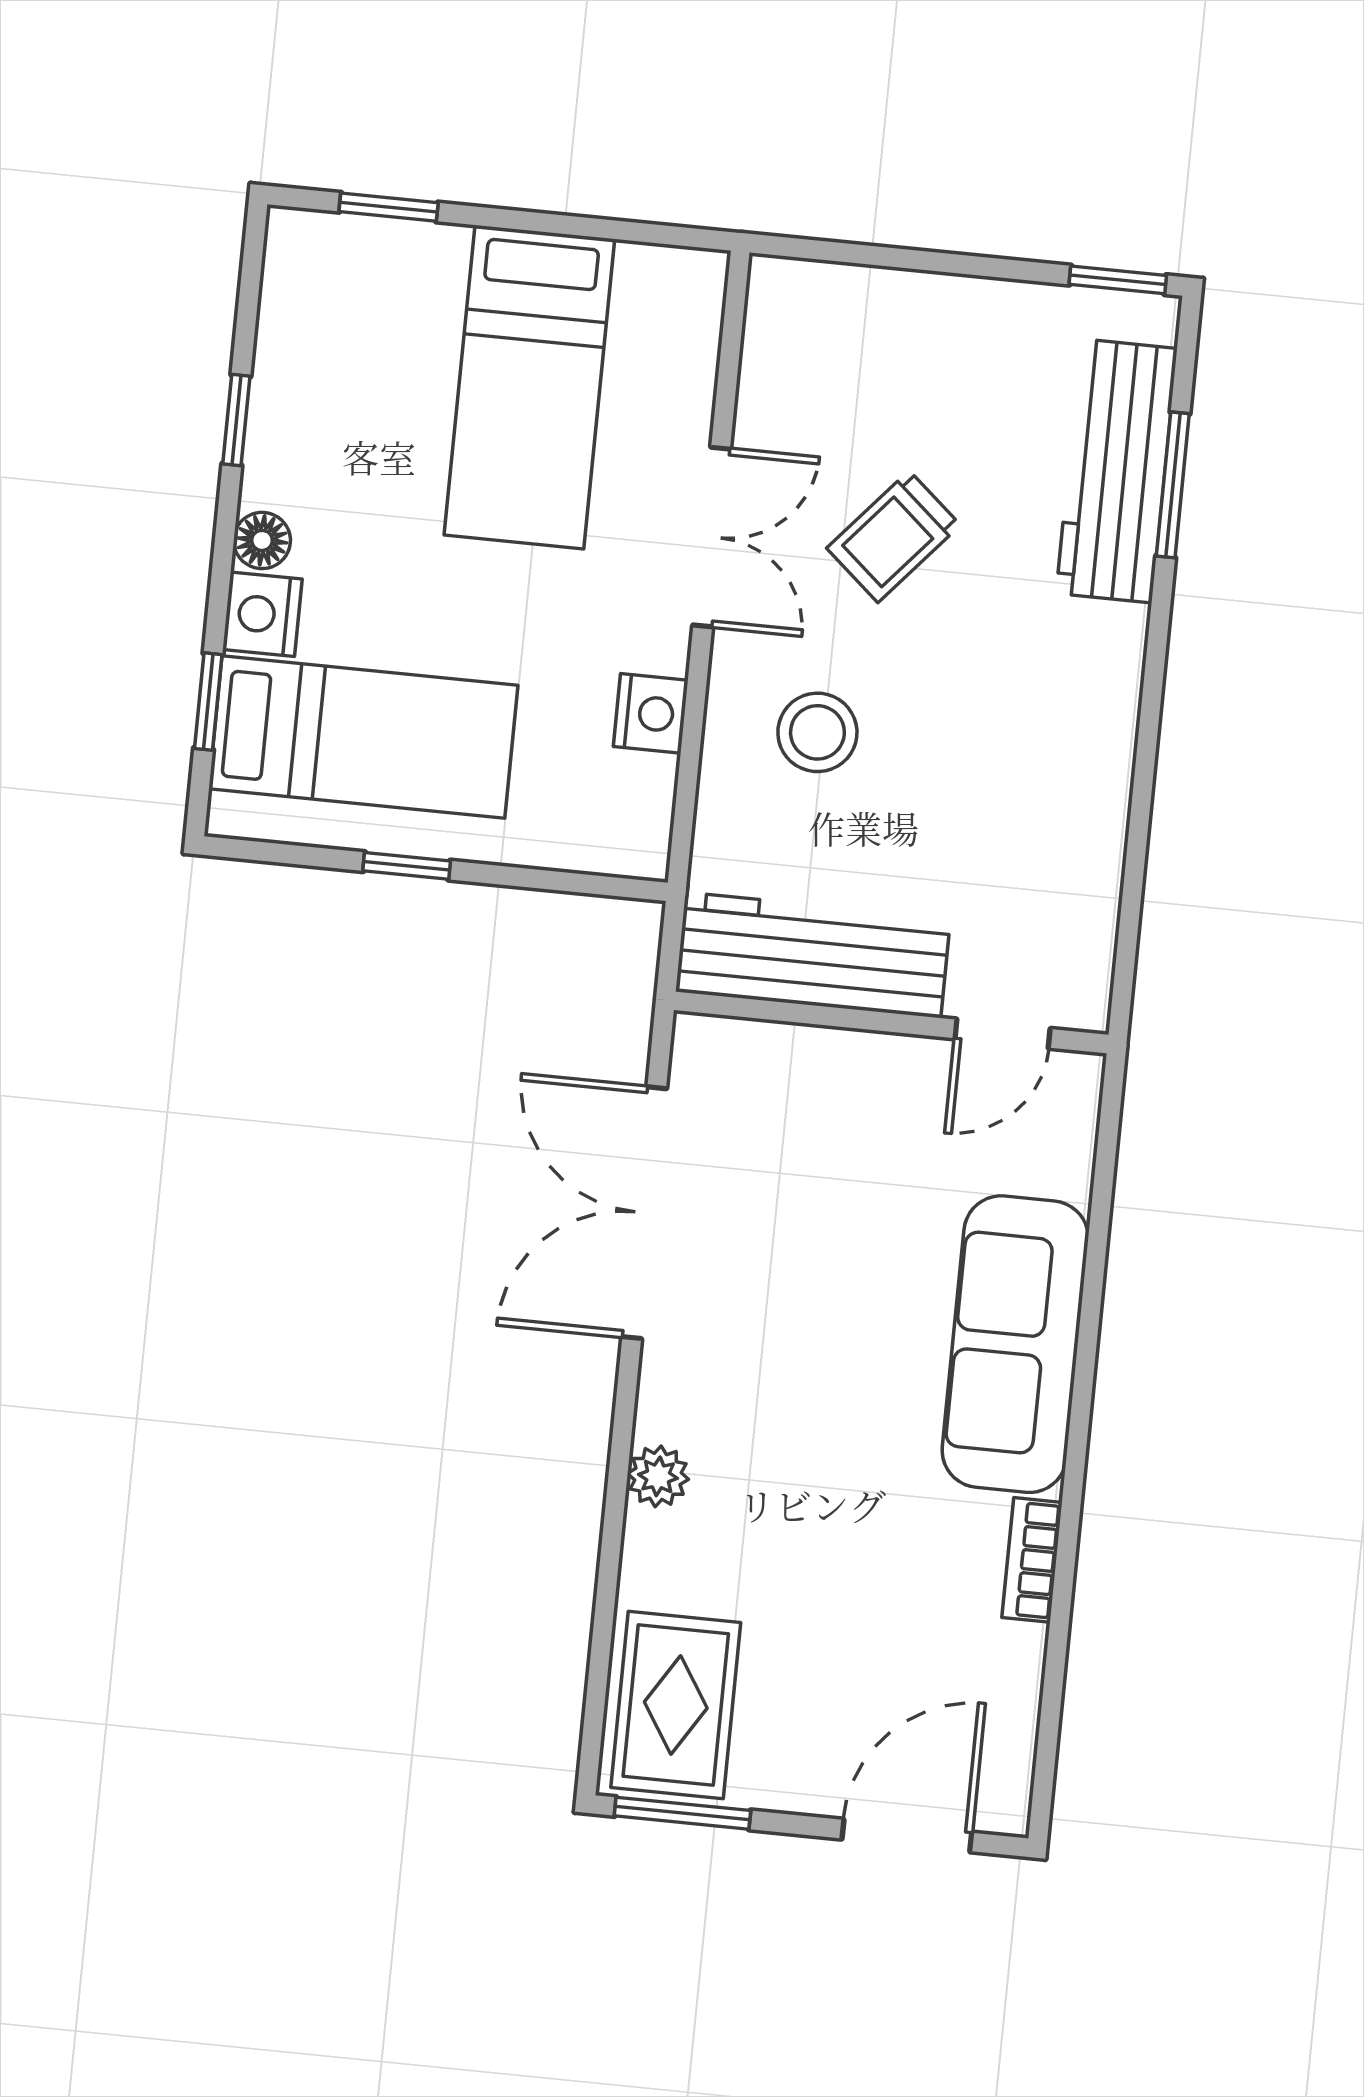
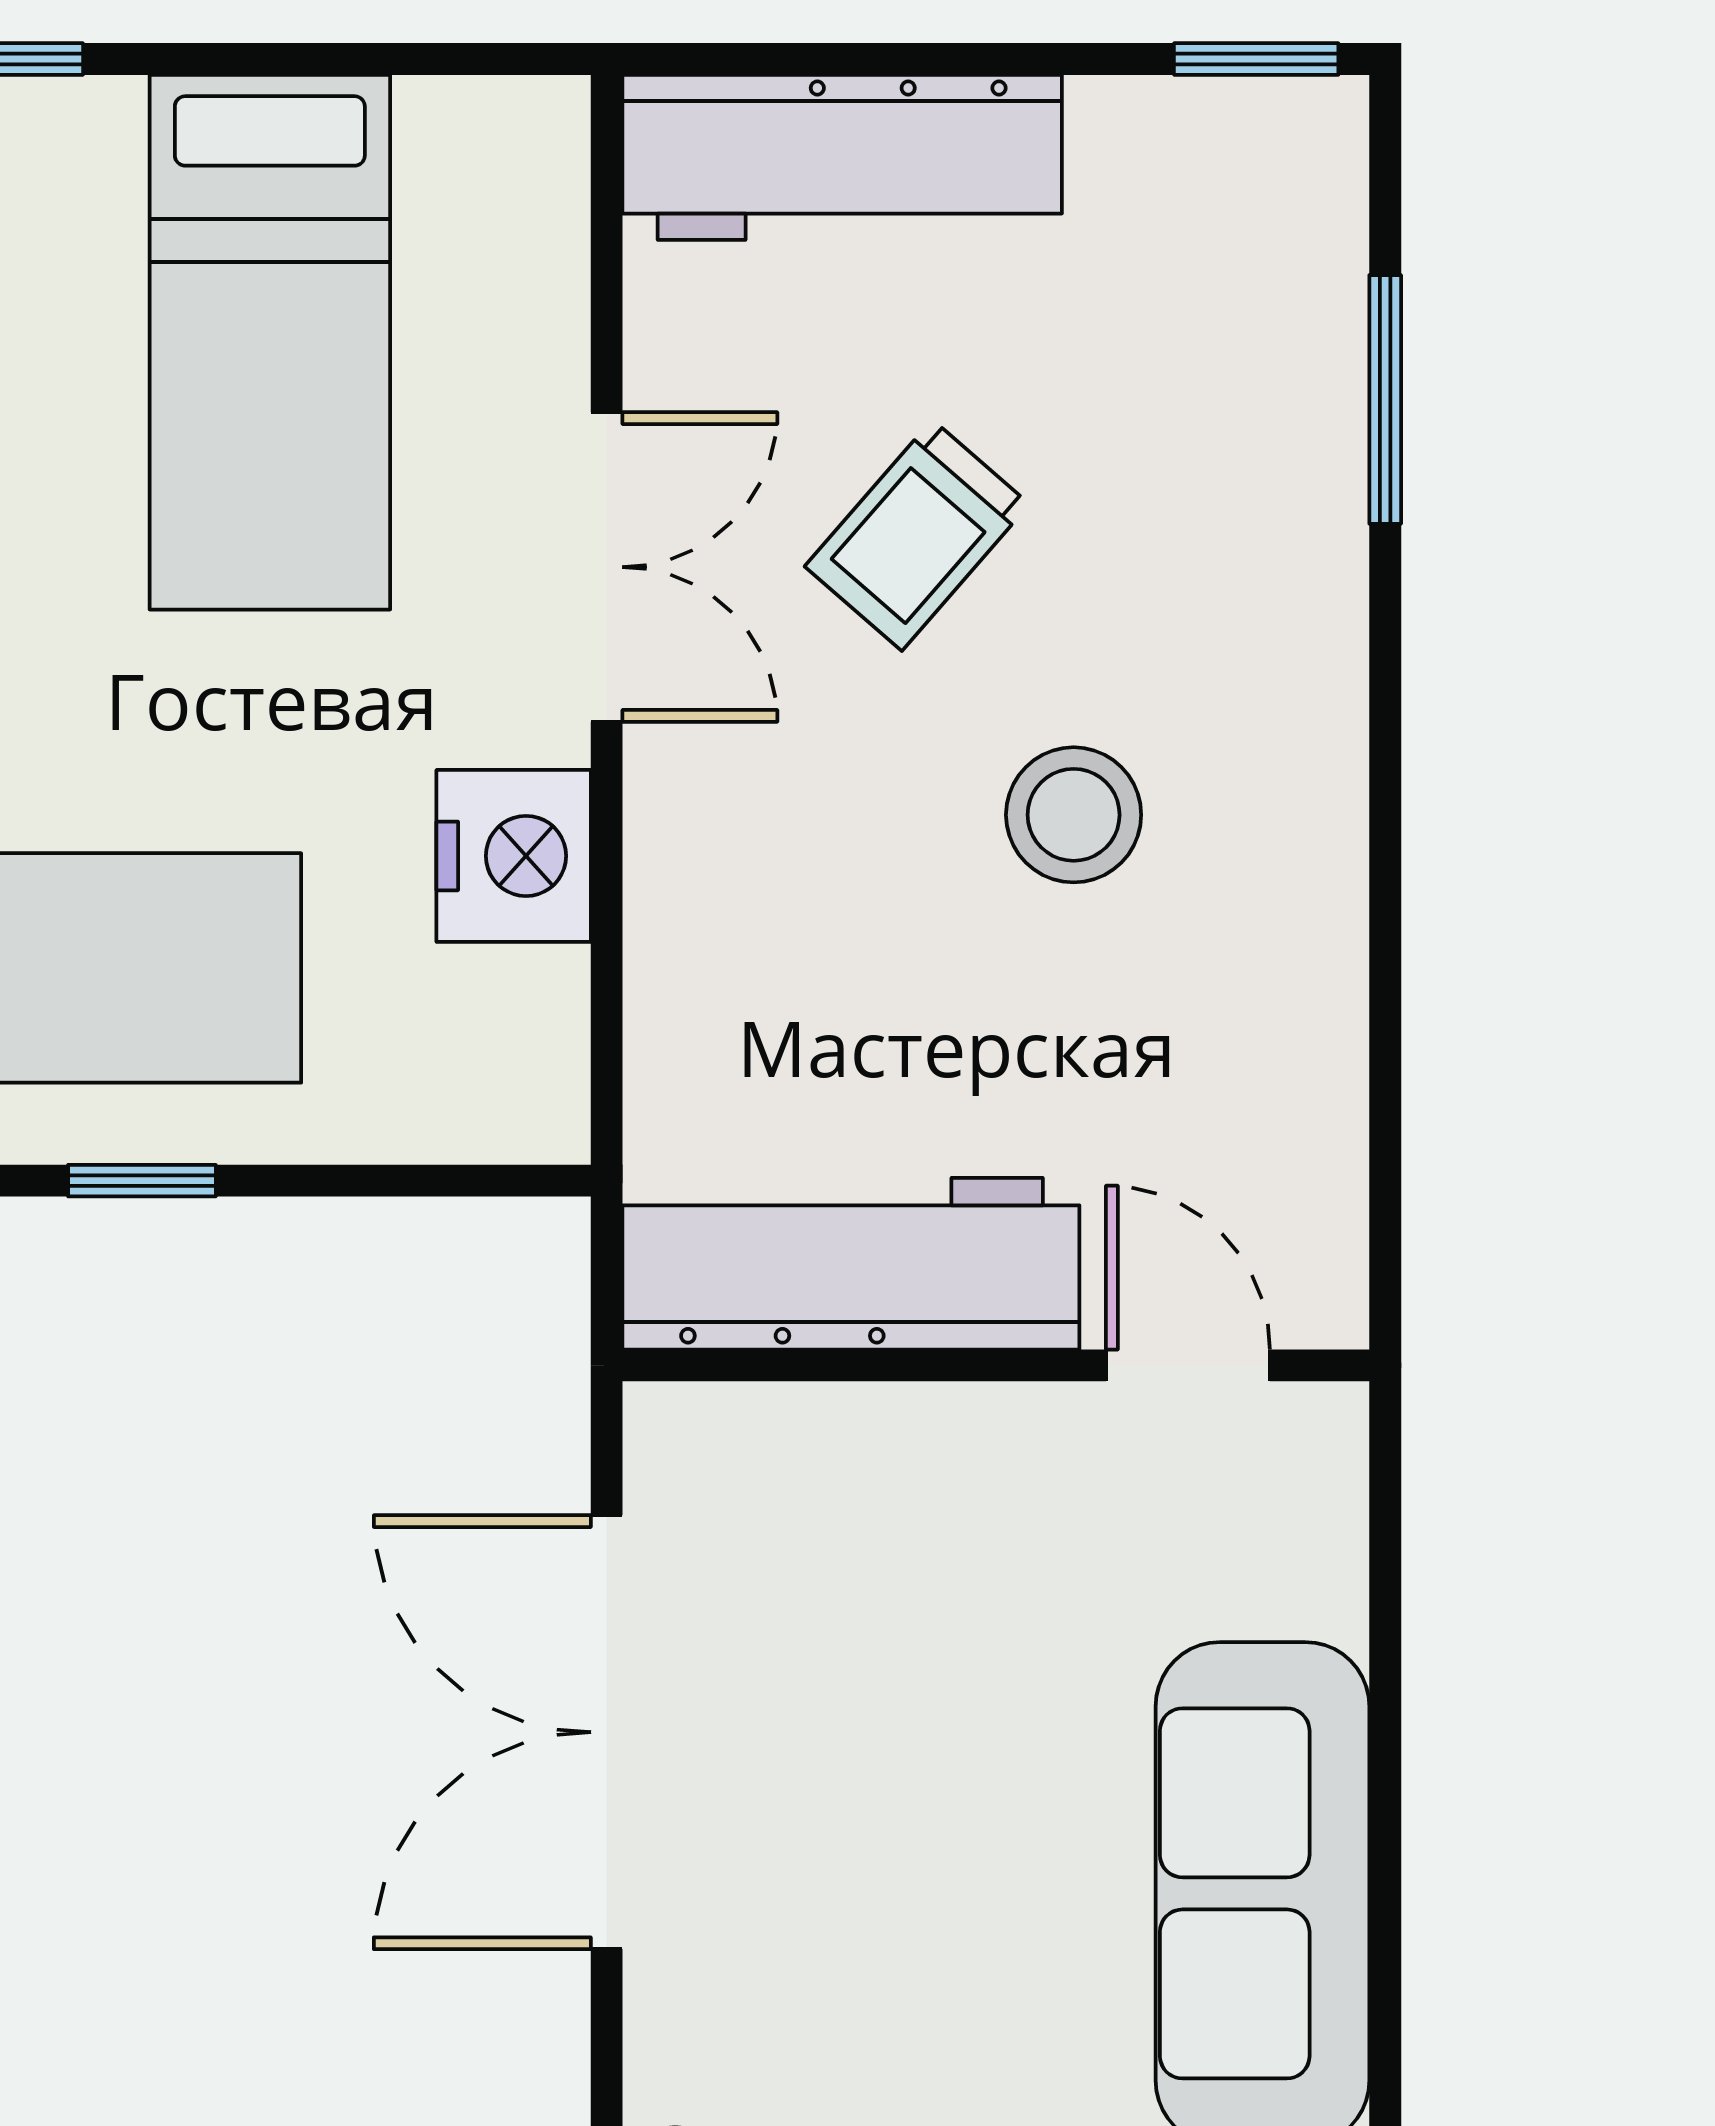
workbench: (1117, 471) -> (842, 157), moved, turned -90
nightstand: (651, 713) -> (514, 856), width x1.36, depth x1.33
stool: (817, 732) -> (1074, 815), moved
door: (1003, 1034) -> (1188, 1365), swing flipped

